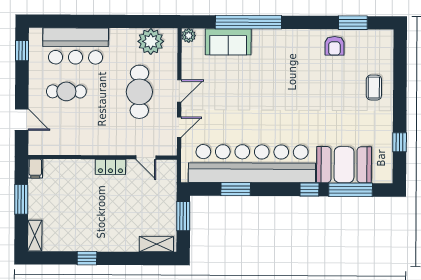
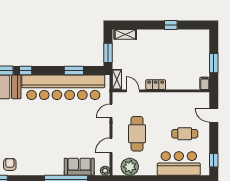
door: (179, 91) -> (111, 145), moved
shelving: (35, 236) -> (117, 79), moved

